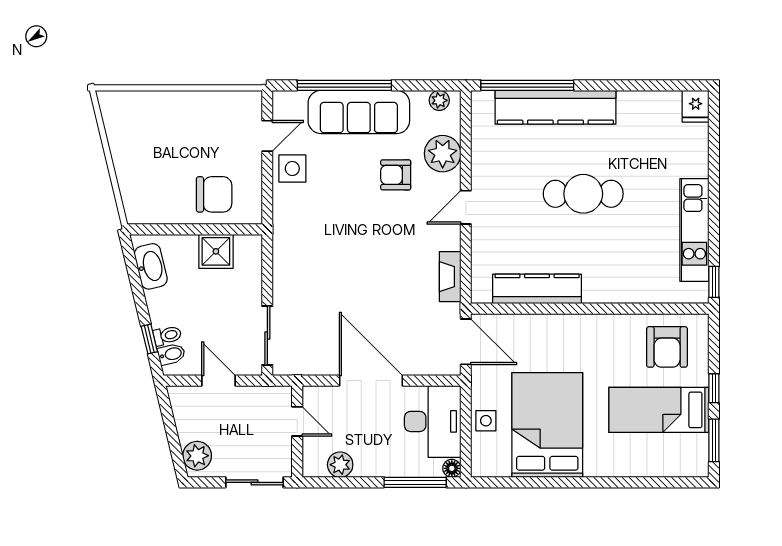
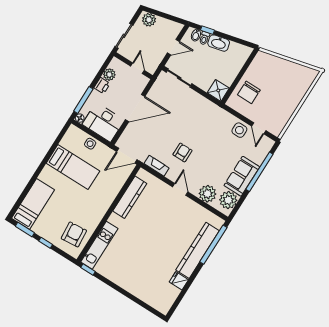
plant: (439, 100) -> (228, 200), width x1.87, depth x1.87
fridge: (696, 106) -> (179, 281), moved
sofa: (359, 112) -> (242, 176), width x0.73
armchair: (396, 175) -> (182, 152), moved
cafe table: (583, 194) -> (156, 240), removed
kitchen unit: (694, 230) -> (99, 245), moved, turned 90
shower: (216, 251) -> (218, 90), moved
washbasin: (151, 266) -> (219, 43), moved
armchair: (667, 347) -> (74, 234), turned 85
bed: (659, 410) -> (33, 204), moved
door: (297, 421) -> (137, 68), swing flipped
bed: (547, 425) -> (73, 167), width x0.67
printer: (368, 465) -> (102, 86), added

